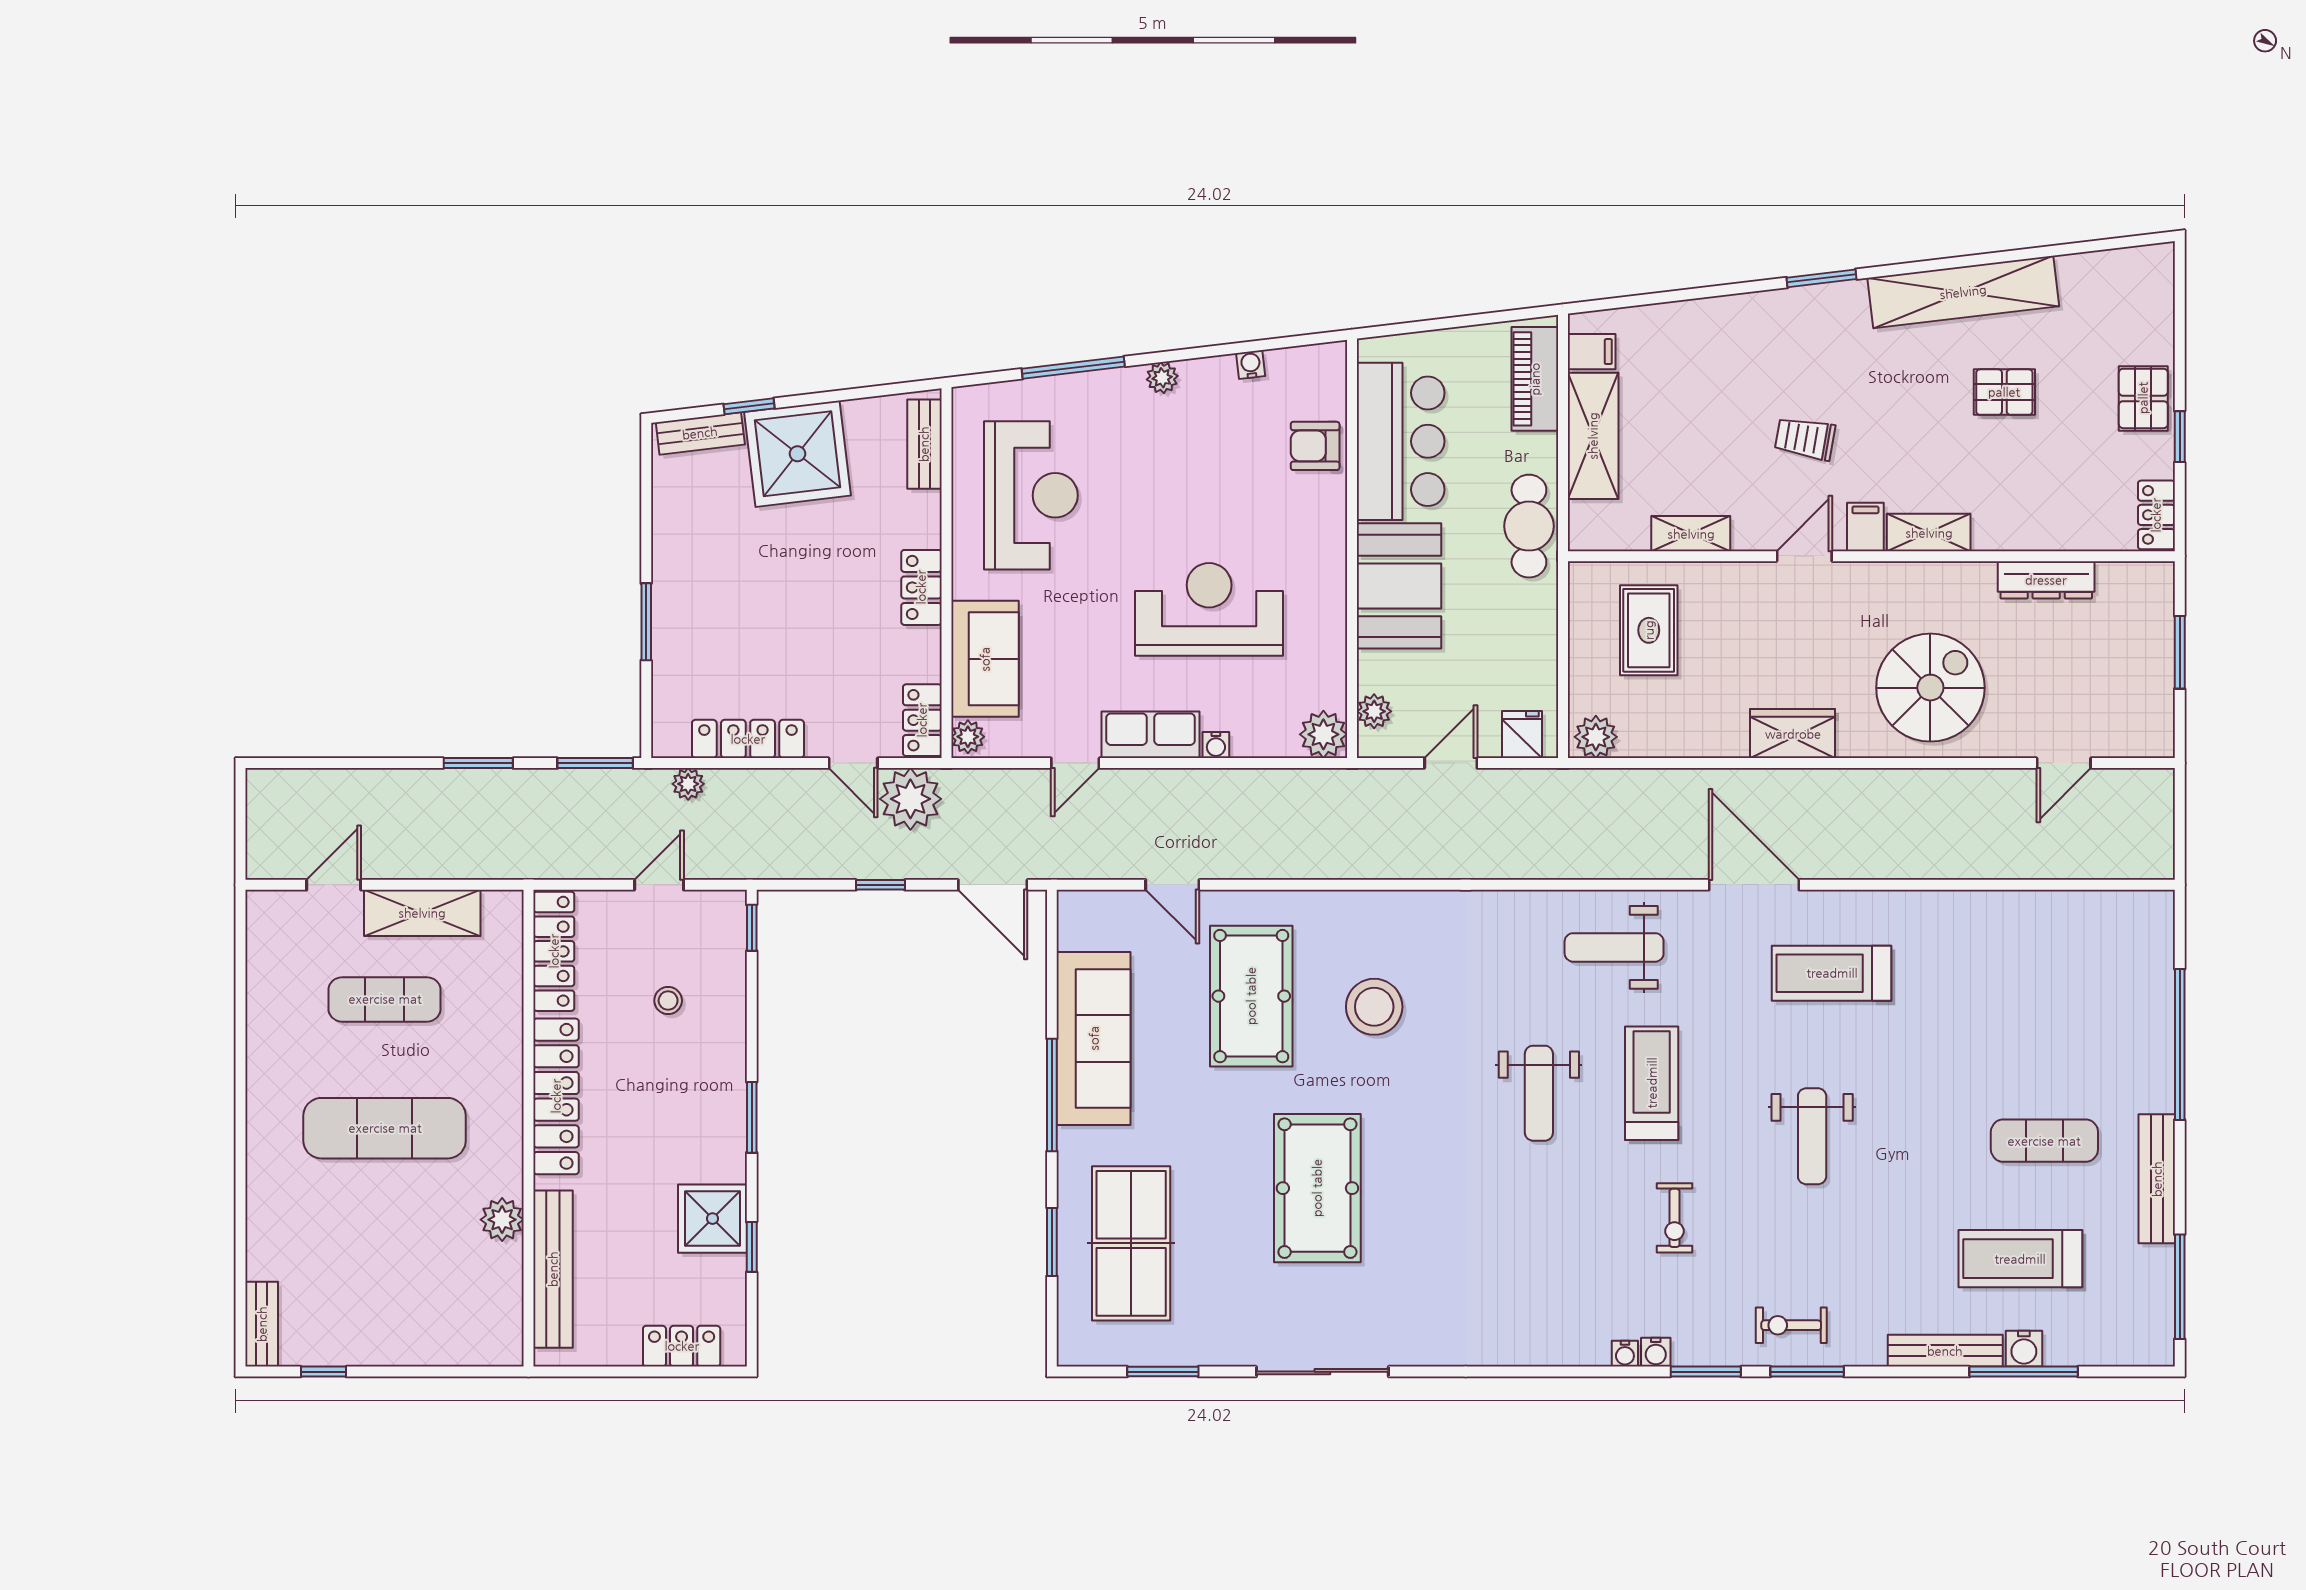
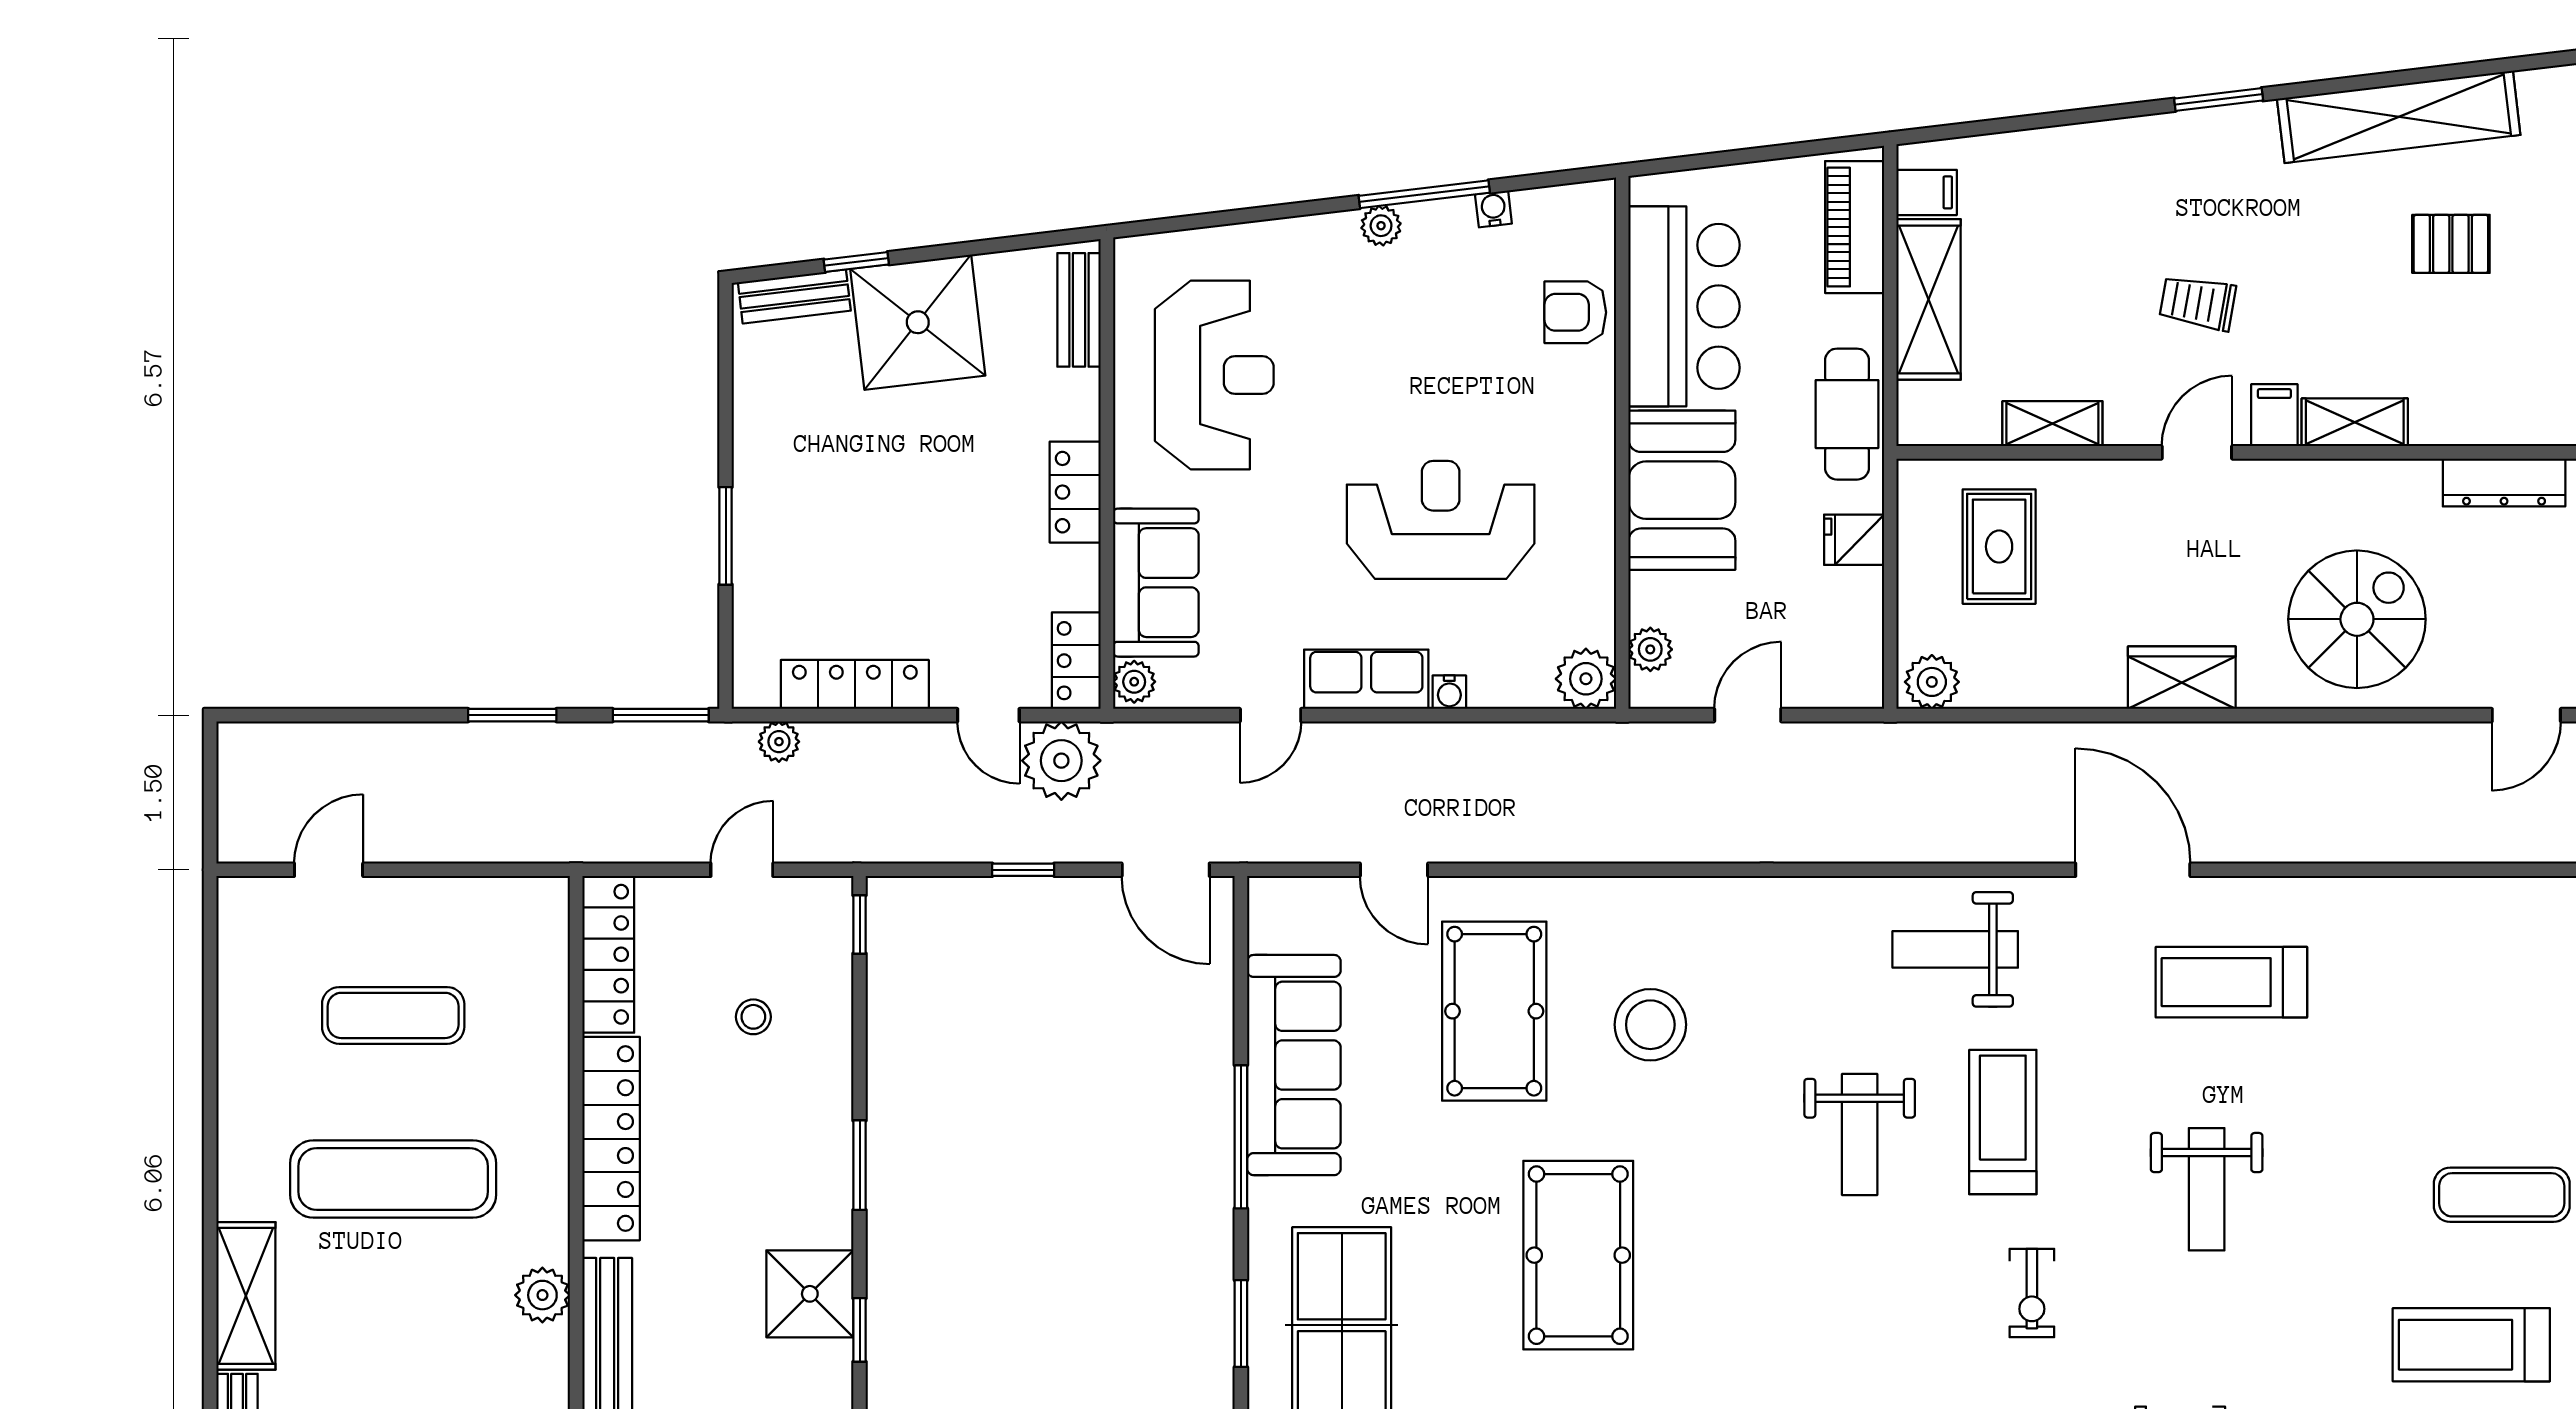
window: (1073, 368) -> (1424, 194), moved
fridge: (1522, 735) -> (1854, 540), moved, turned -90
shelving: (422, 913) -> (246, 1296), moved, turned 90

